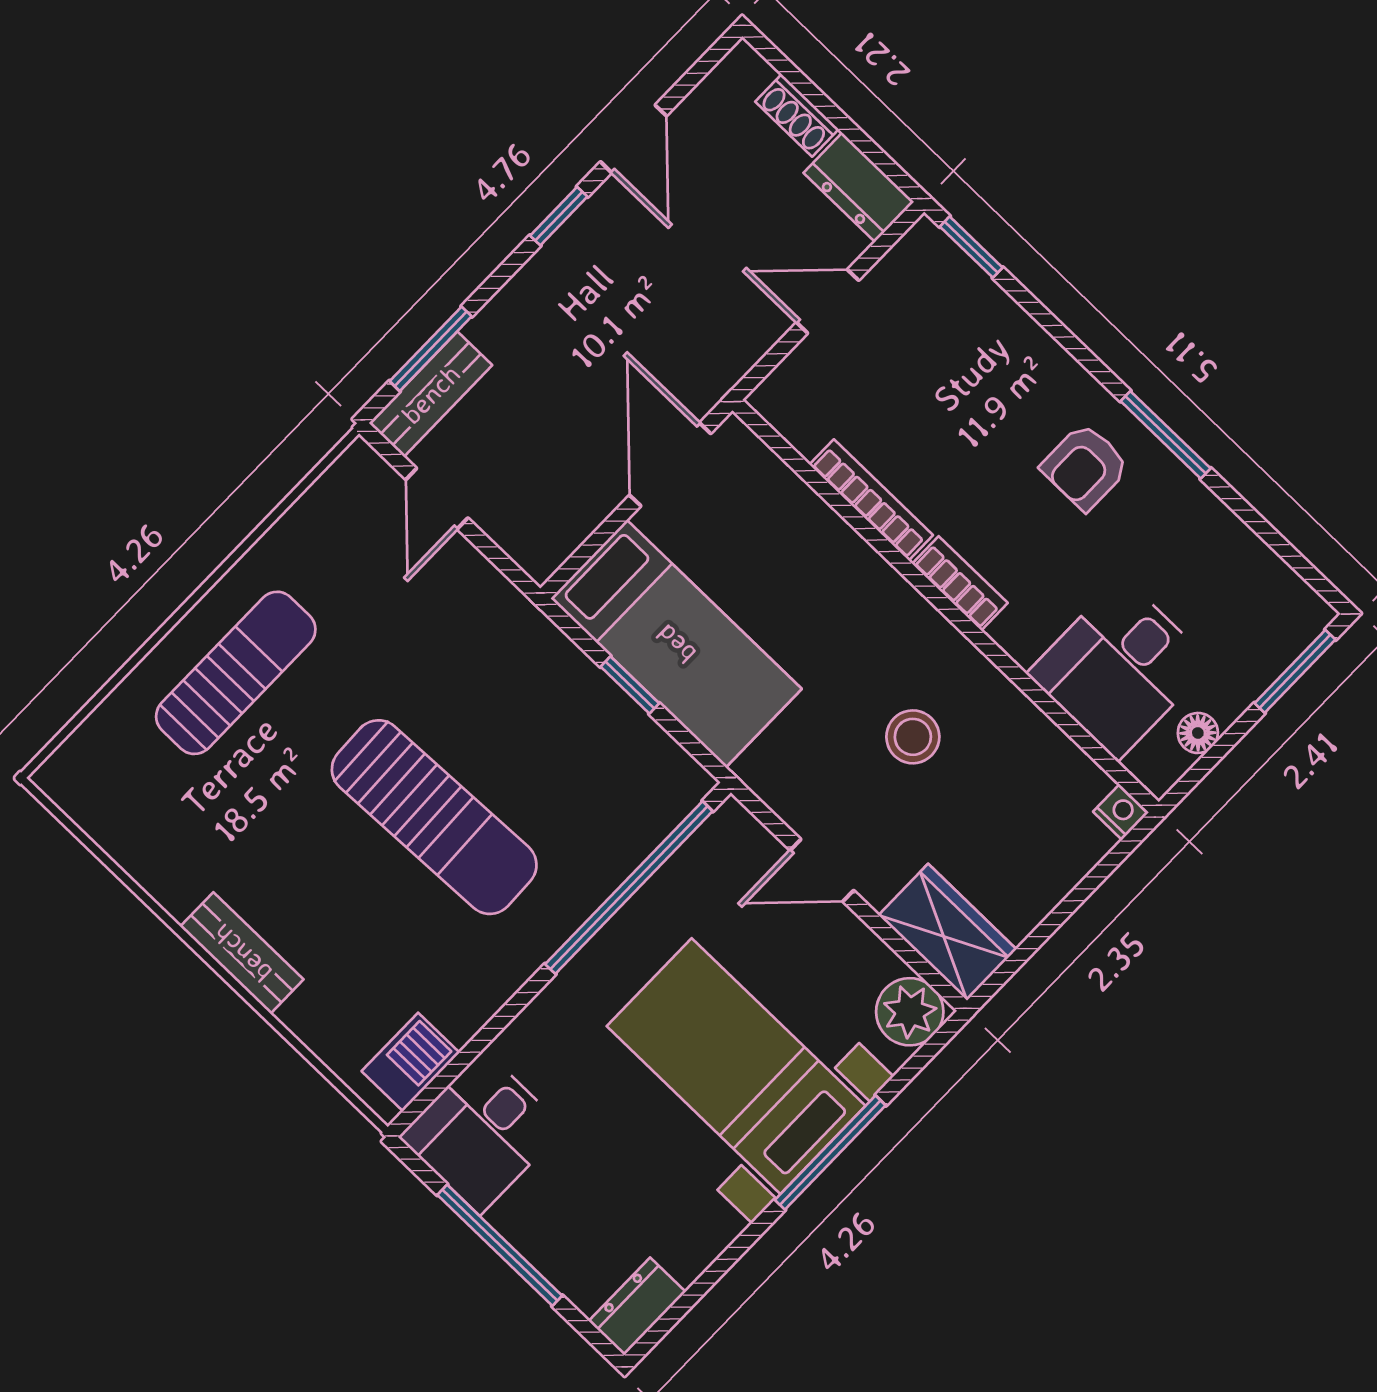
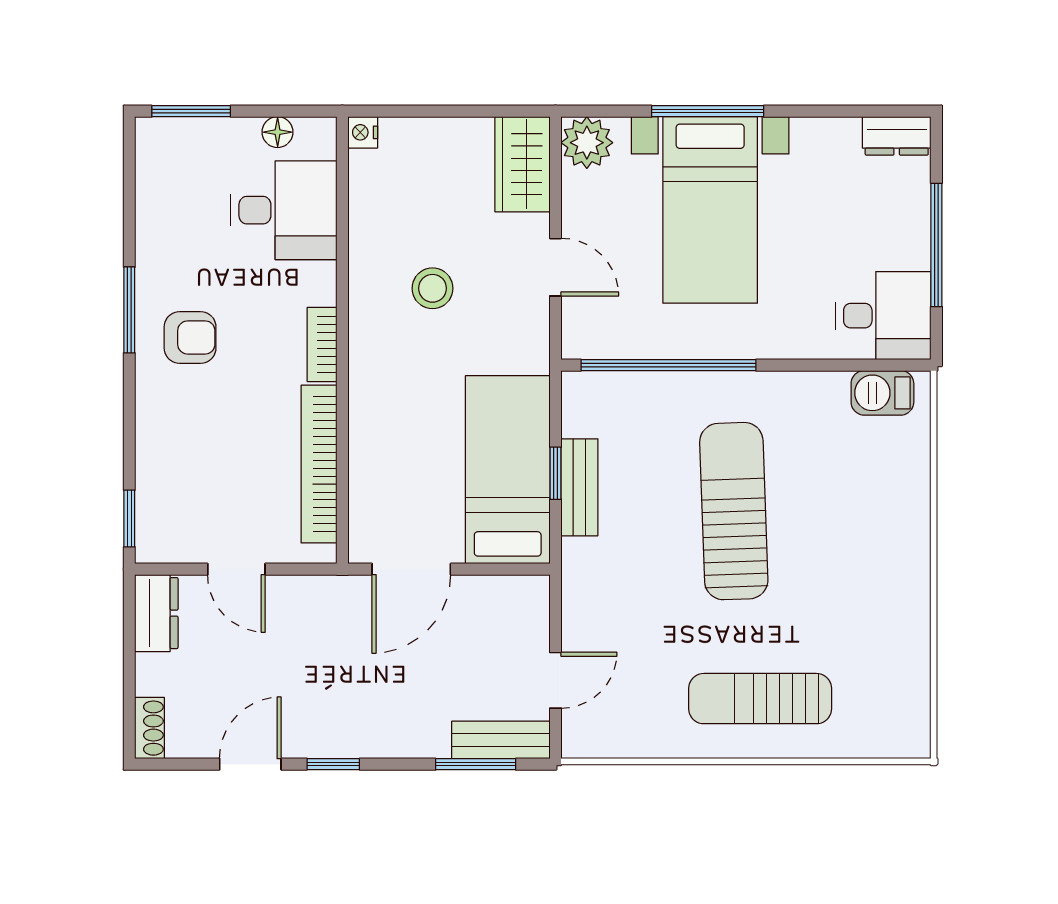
shoe rack: (797, 115) -> (150, 728), moved
bookcase: (871, 500) -> (319, 464), width x1.48, depth x1.31
bench: (242, 953) -> (579, 487), moved

